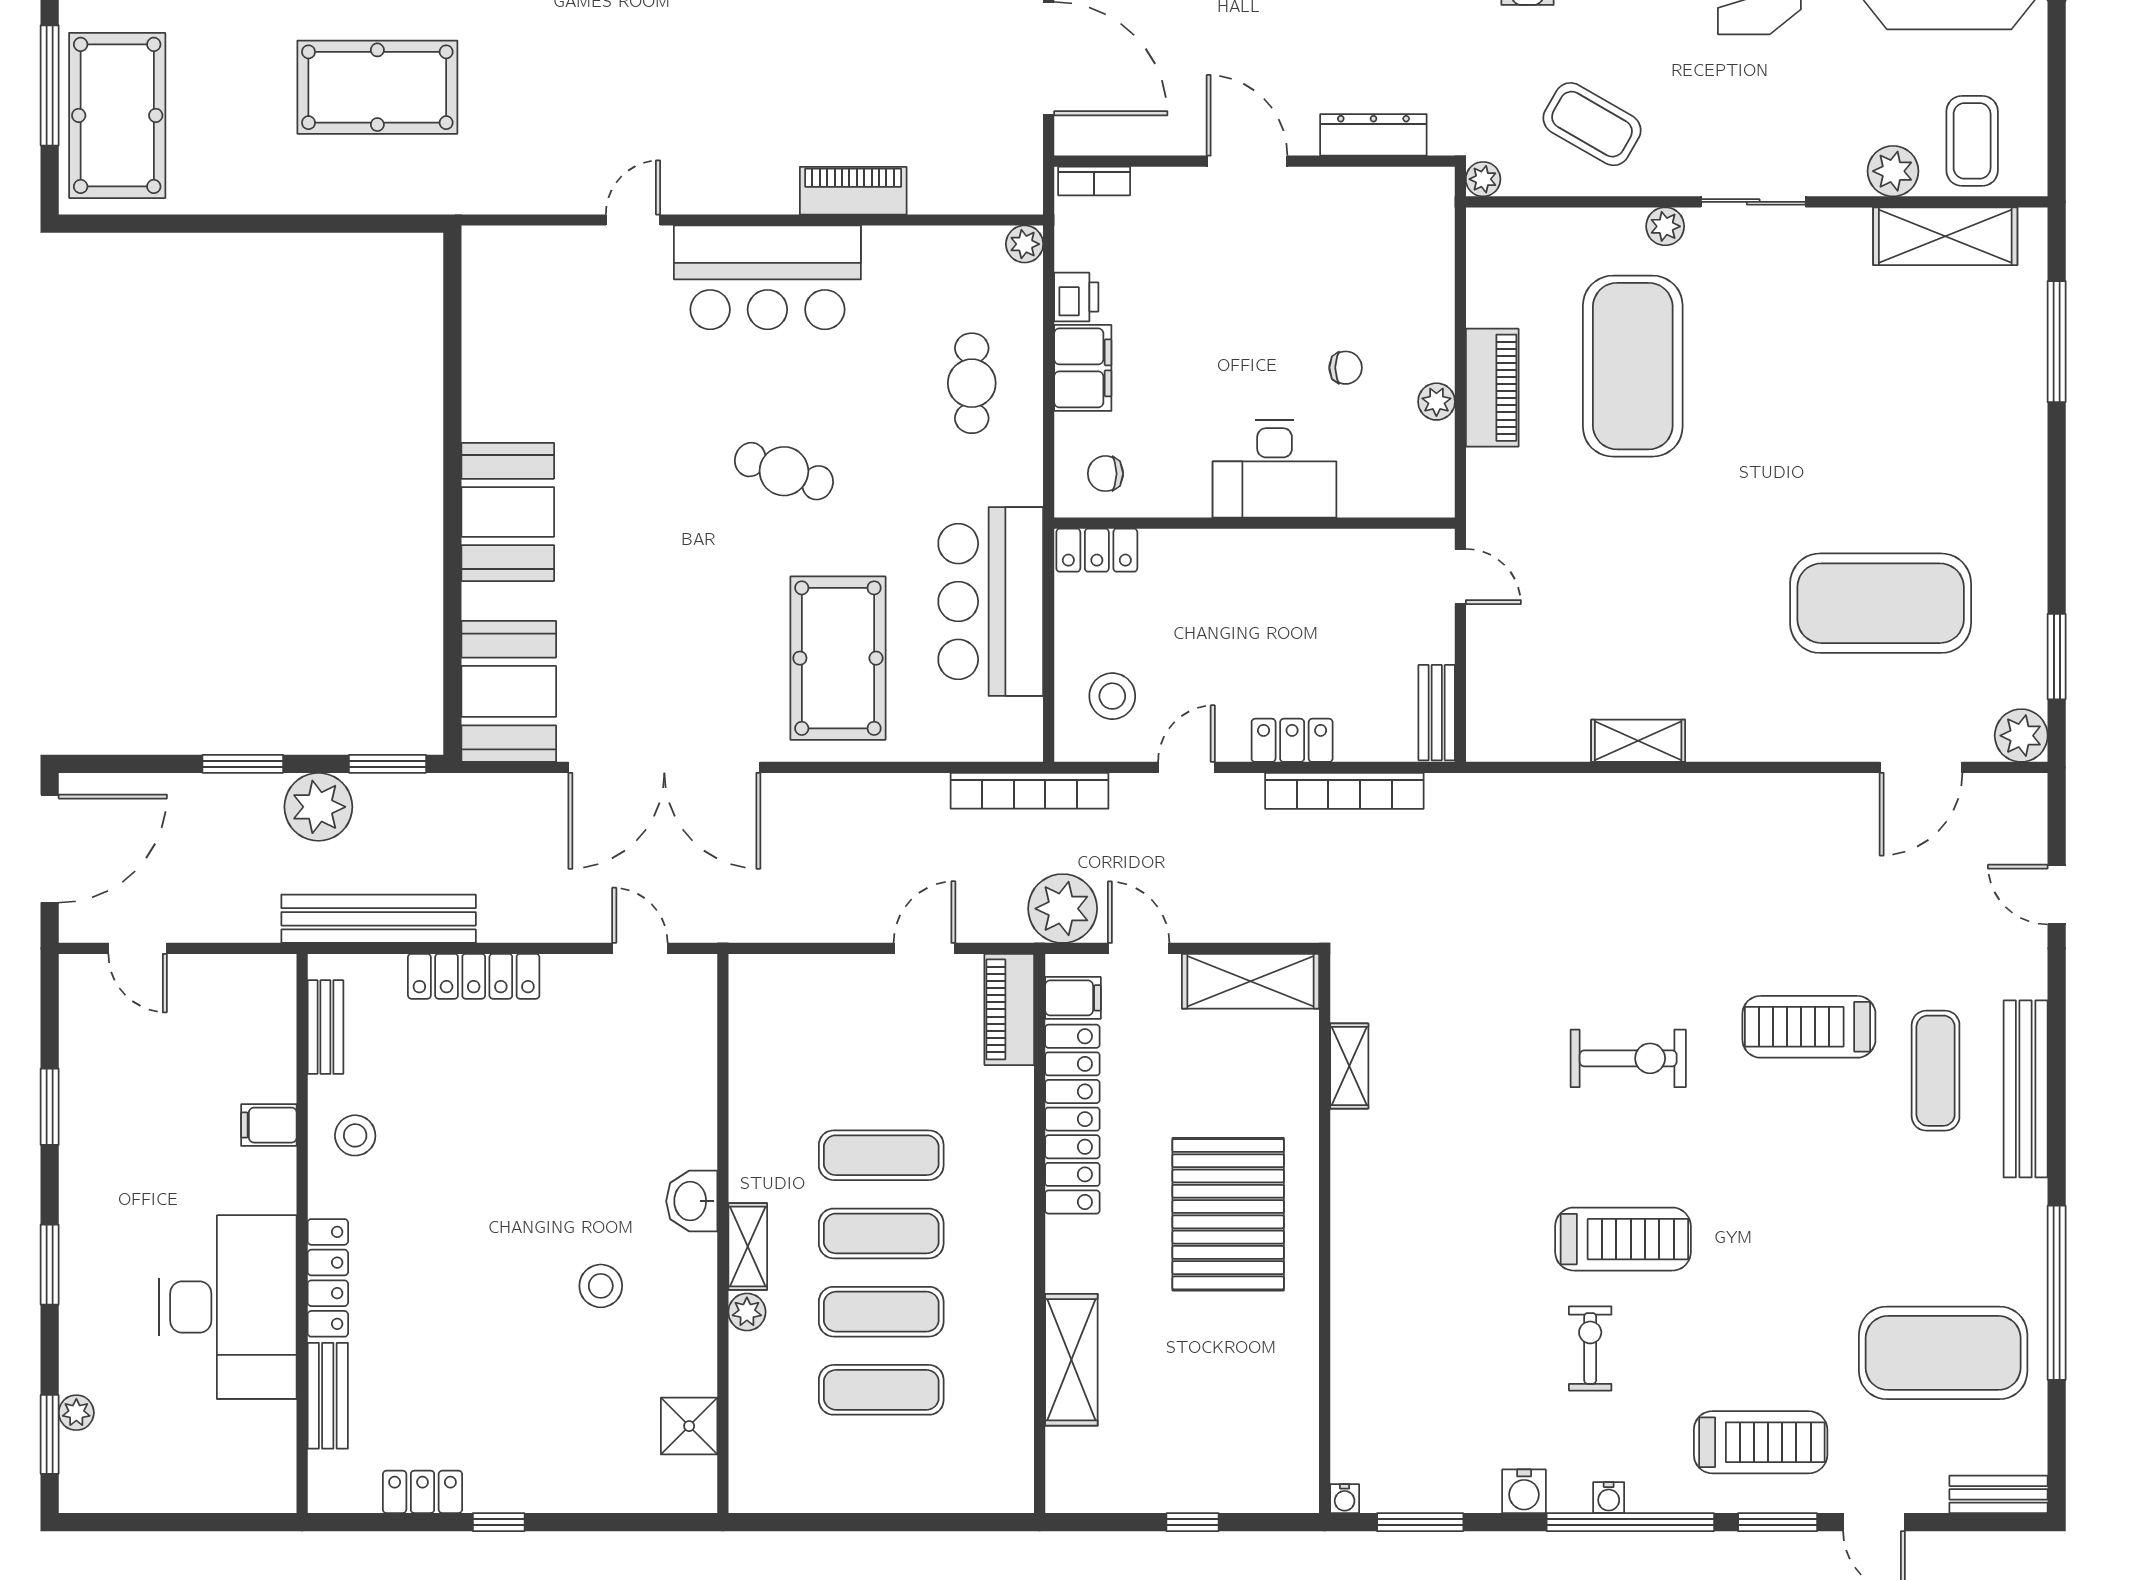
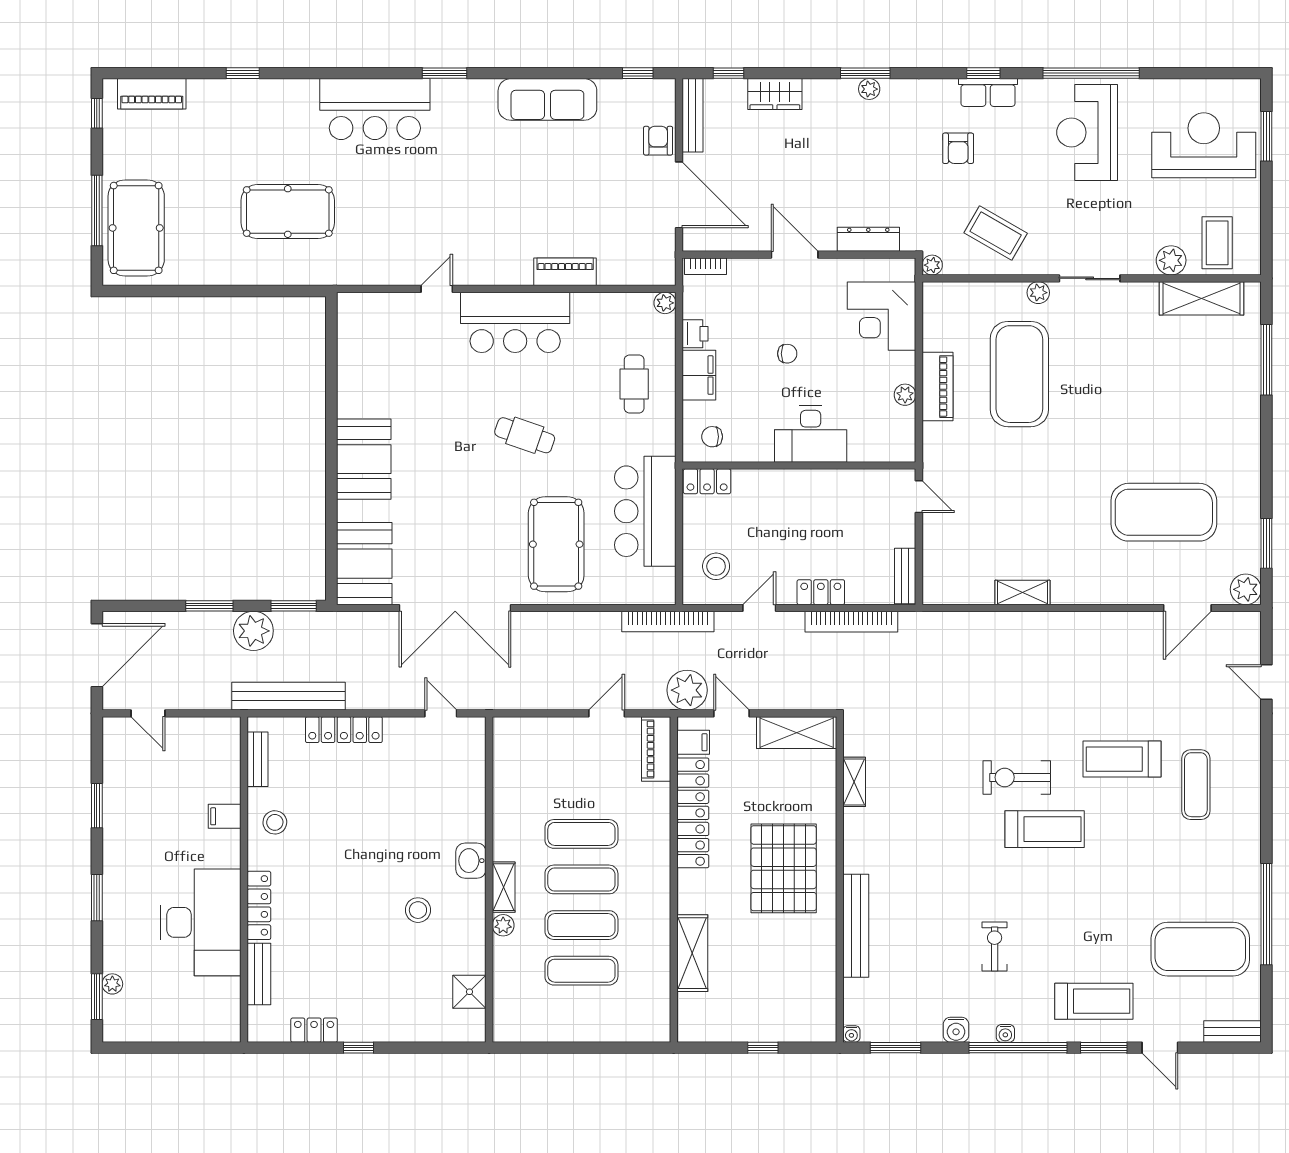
corner desk: (1396, 267) -> (882, 316), added
chair: (1346, 368) -> (787, 354), moved
exercise bike: (1628, 1058) -> (1017, 777), turned 180
bench: (2026, 1089) -> (856, 926), moved
treadmill: (1623, 1239) -> (1045, 829), moved

